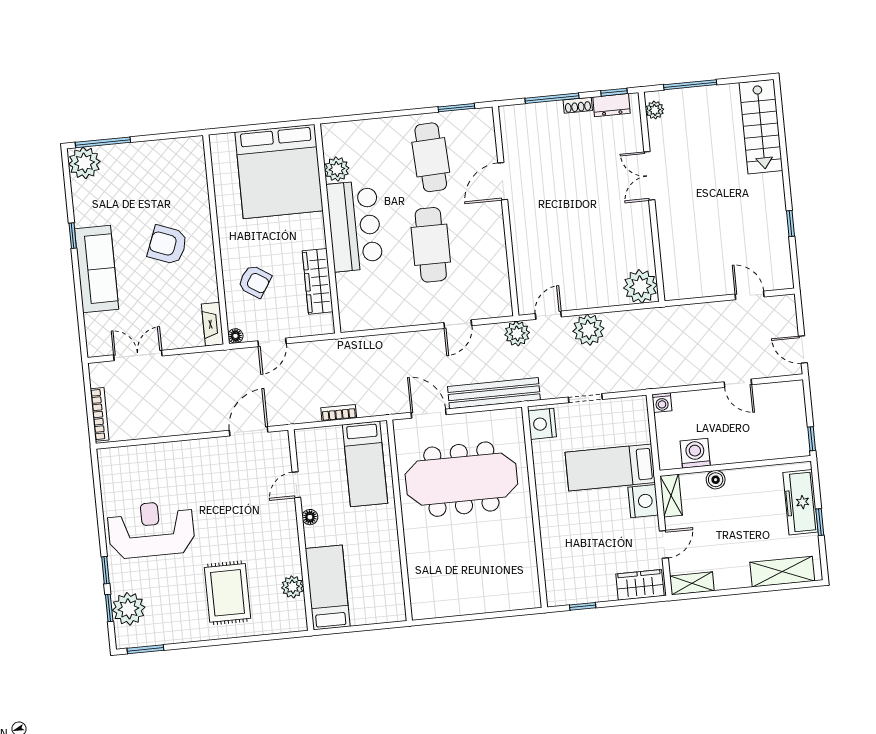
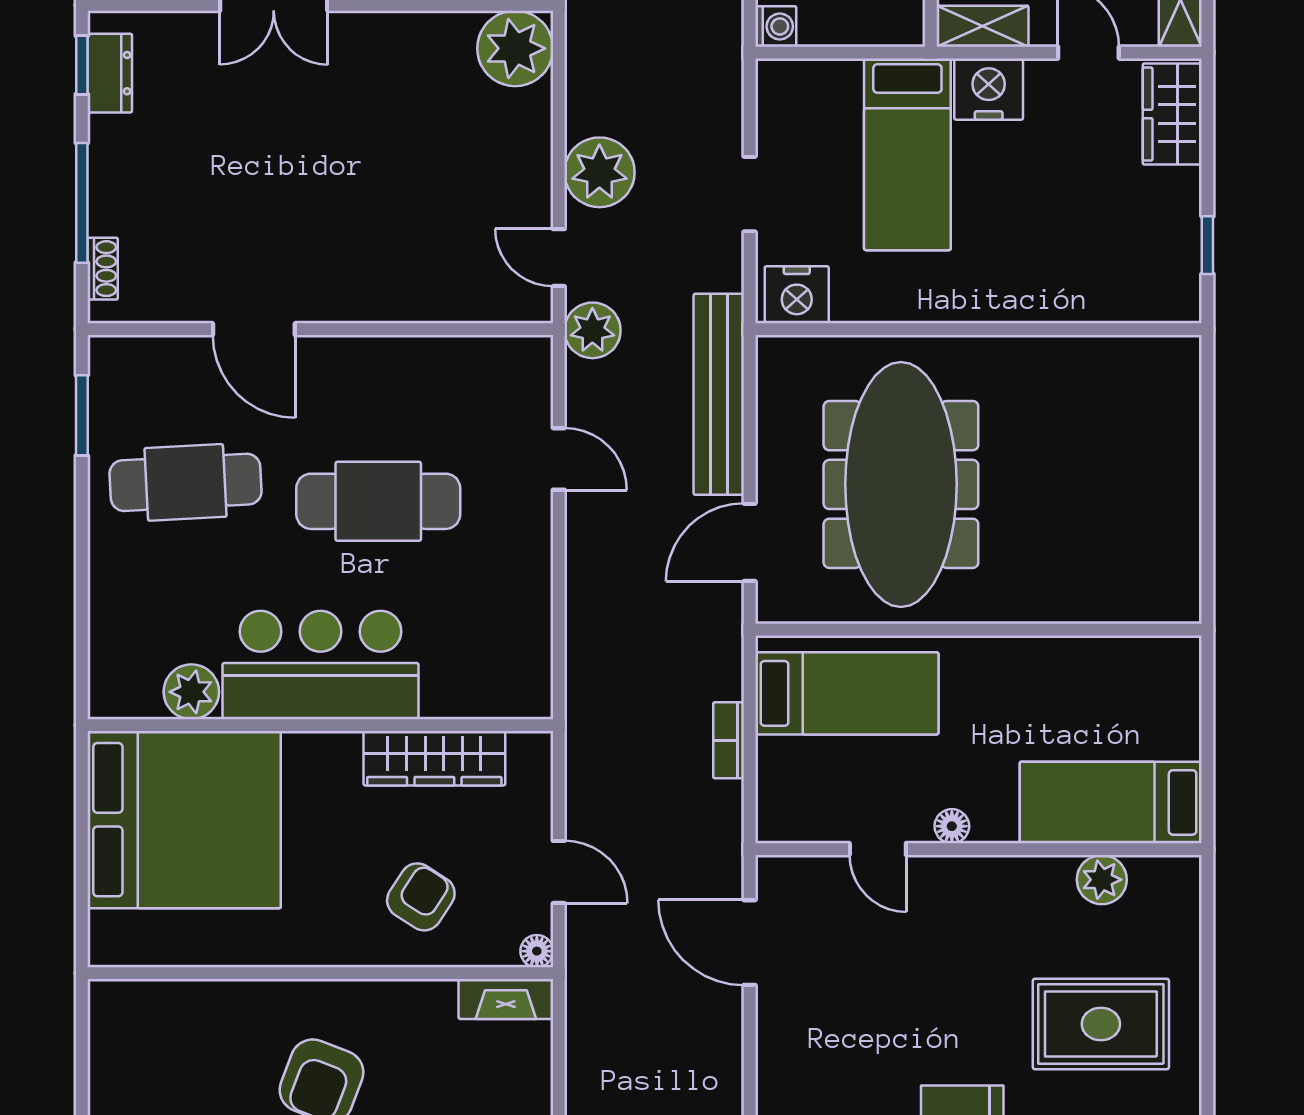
shoe rack: (578, 105) -> (103, 269), moved

